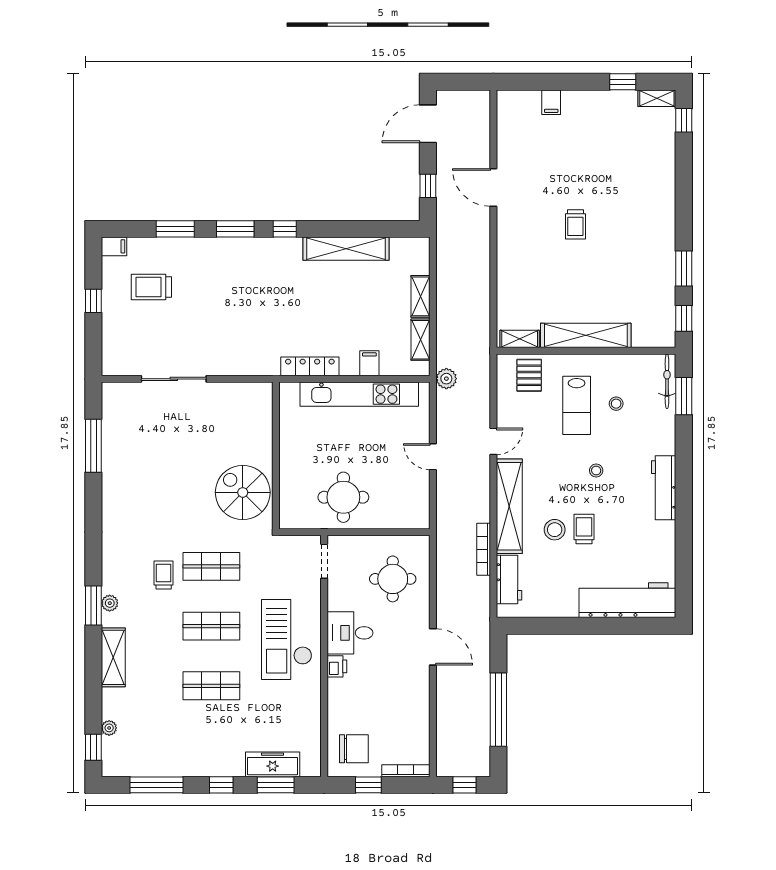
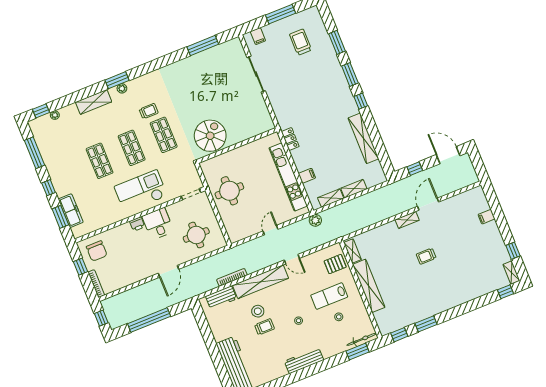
shelving: (505, 231) -> (407, 220), added
filing cabinet: (114, 246) -> (258, 36), moved
window: (93, 301) -> (281, 14), width x2.17
locker: (310, 366) -> (290, 139), width x0.66

